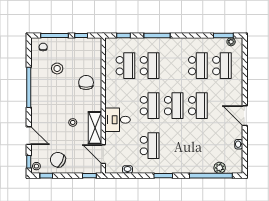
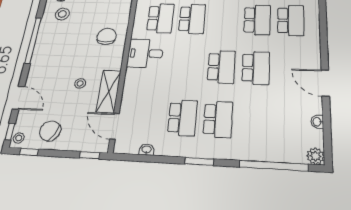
stool: (57, 68) -> (62, 14), moved
school desk: (150, 106) -> (218, 119), moved
desk: (117, 120) -> (145, 53), moved
plant: (220, 168) -> (315, 156), moved

